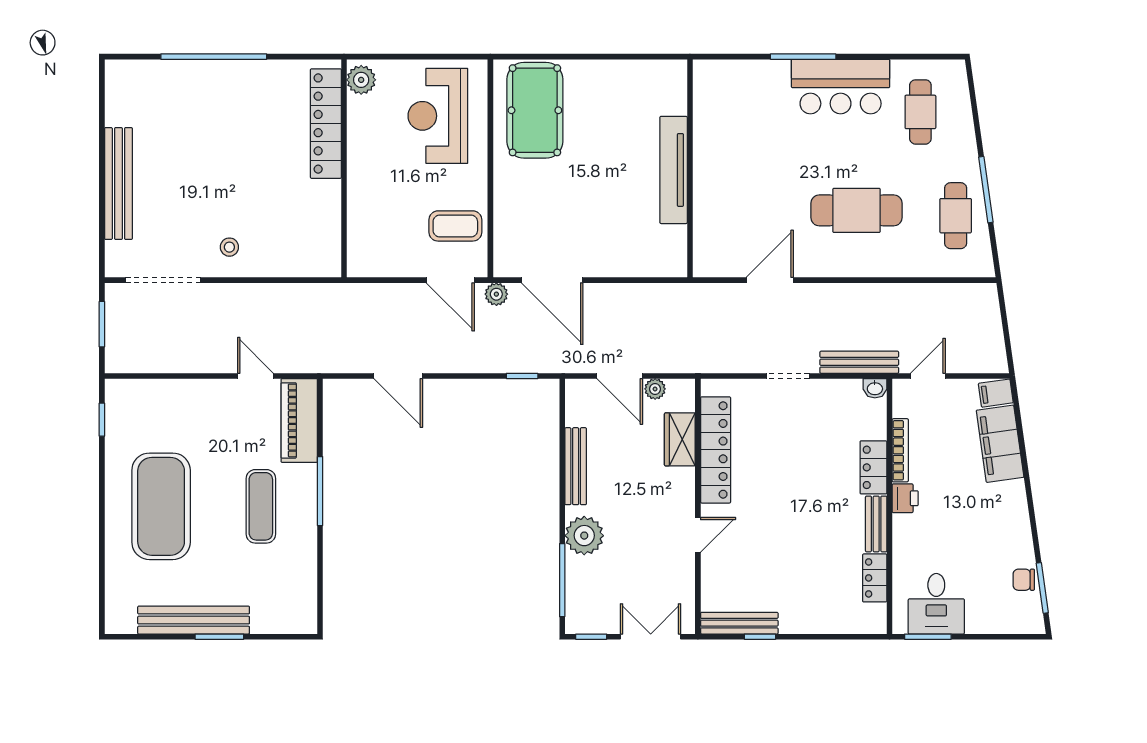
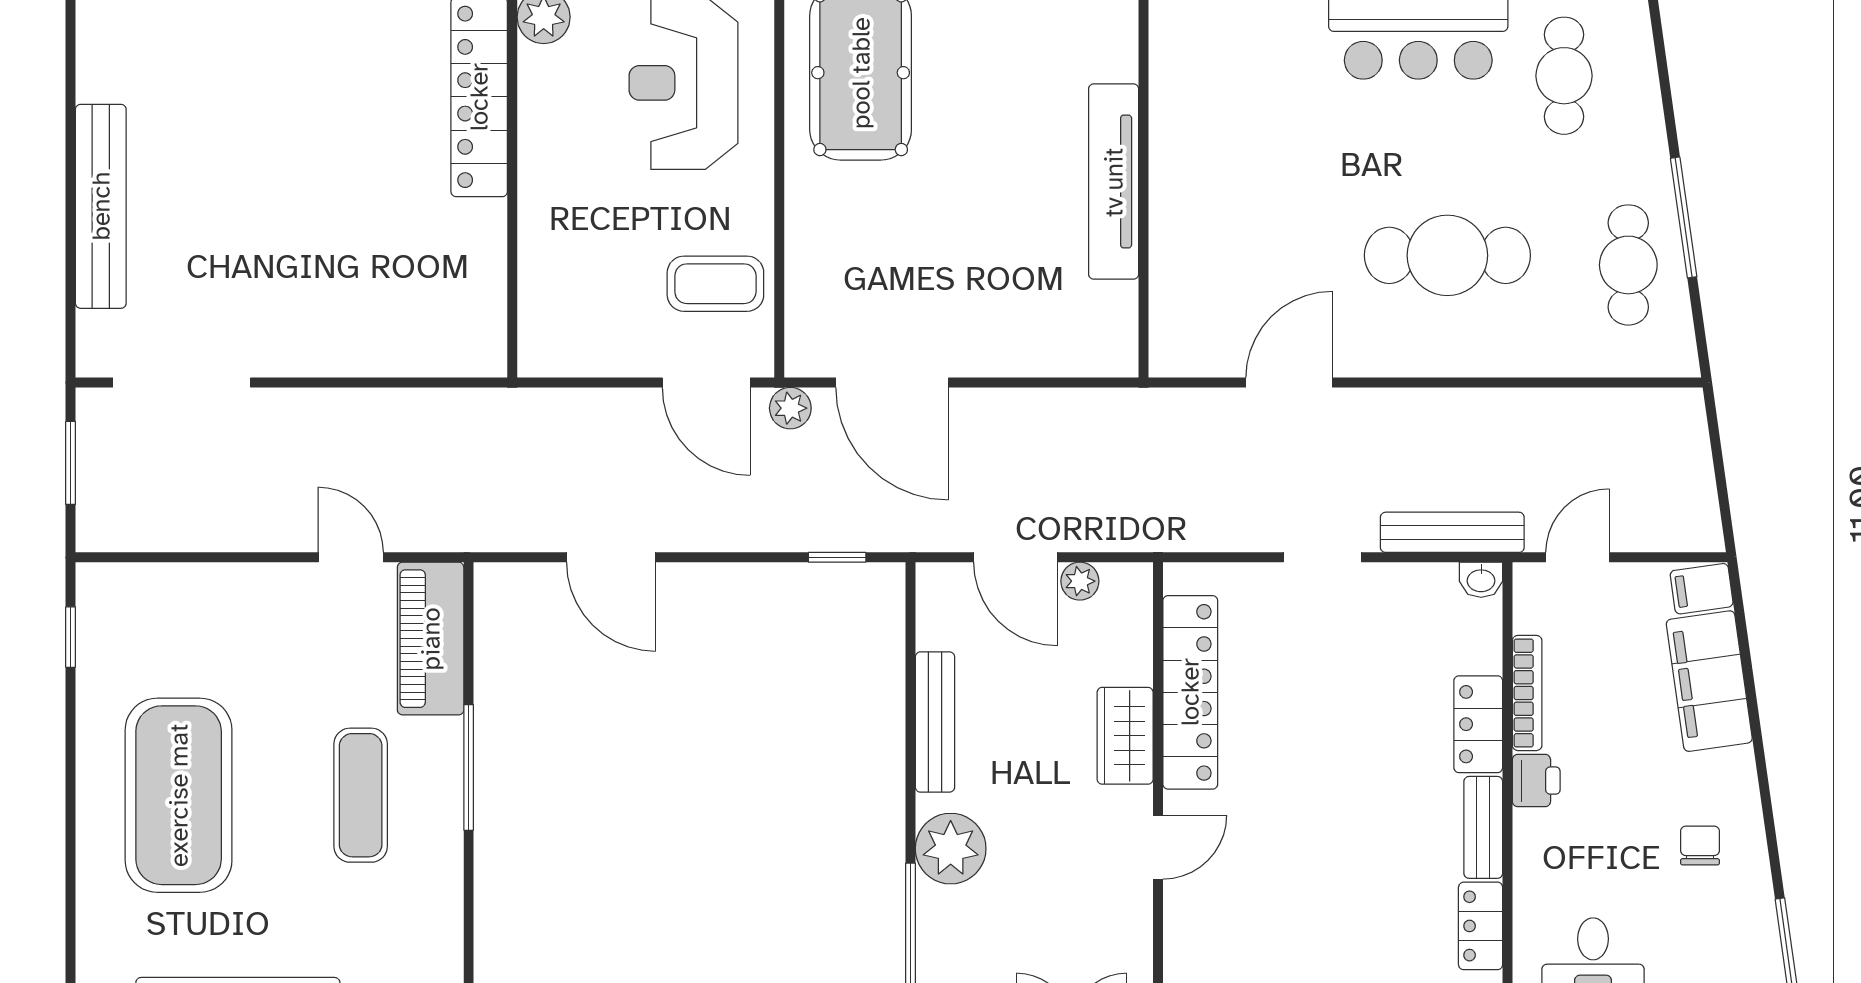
stool: (229, 247) -> (303, 322), removed
wardrobe: (680, 439) -> (1125, 736), moved
chair: (1024, 580) -> (1700, 845), moved, turned 90

